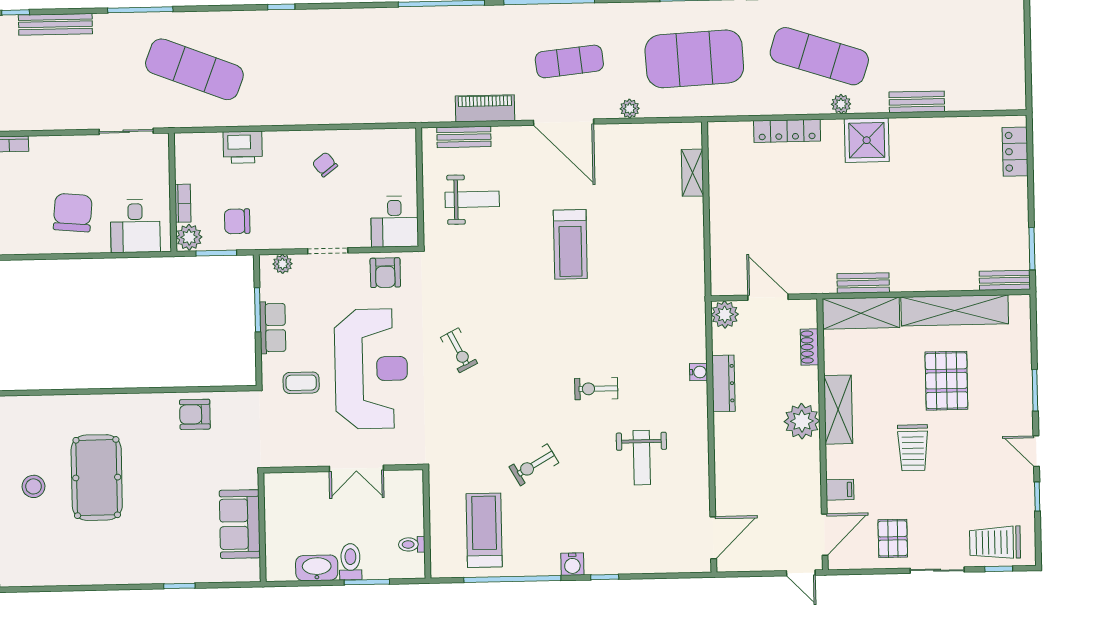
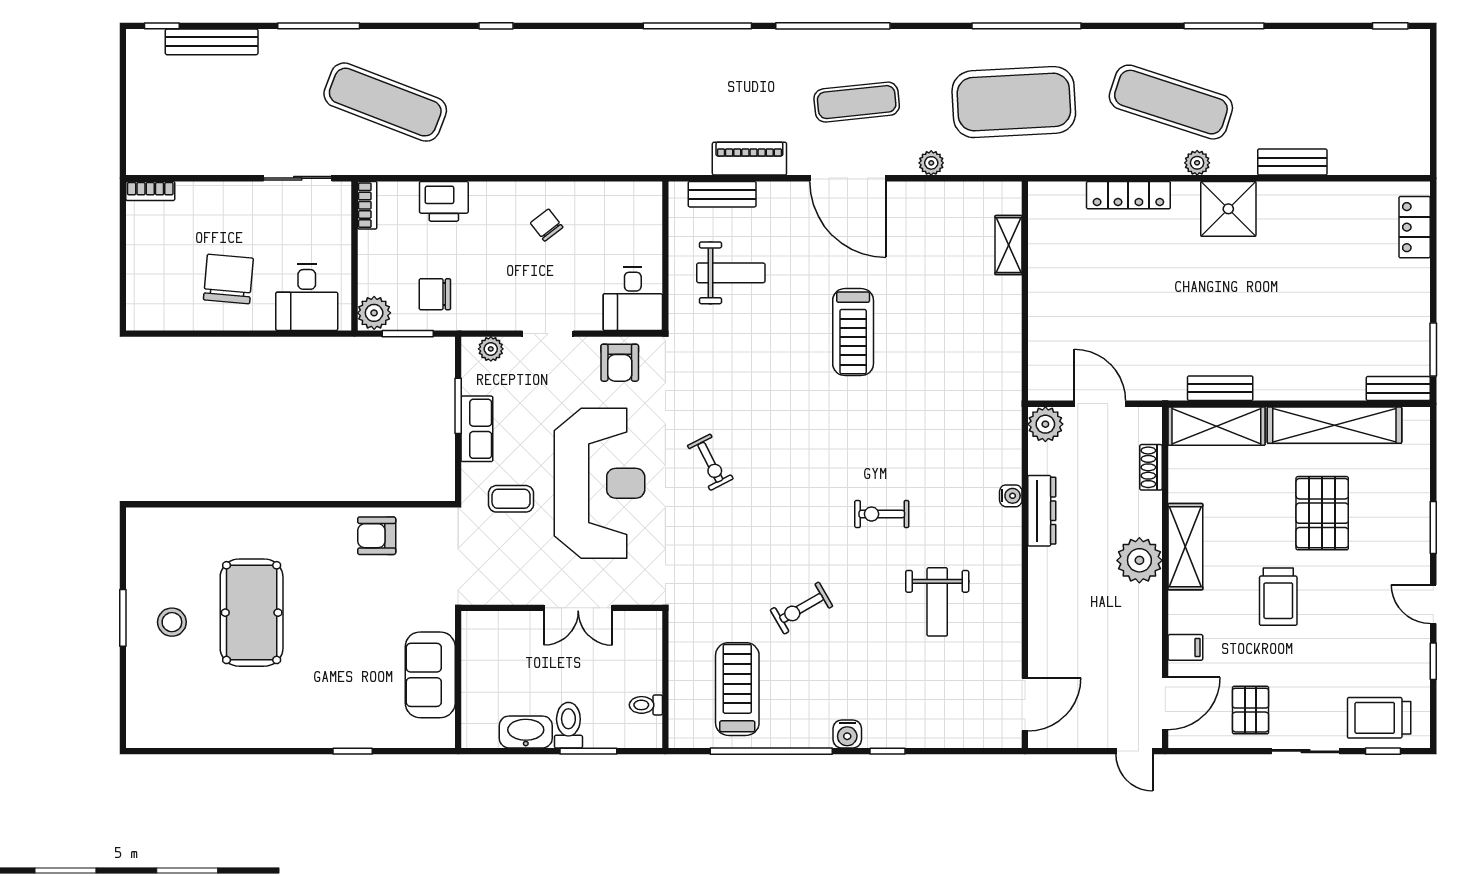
bookcase: (183, 203) -> (367, 205), moved

